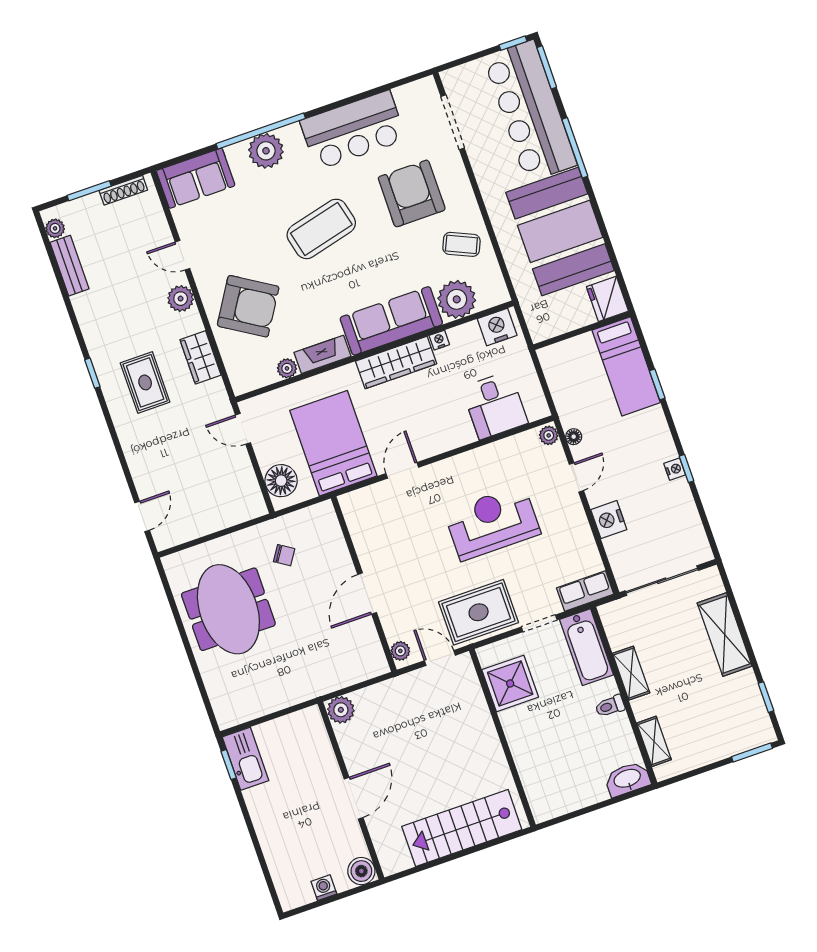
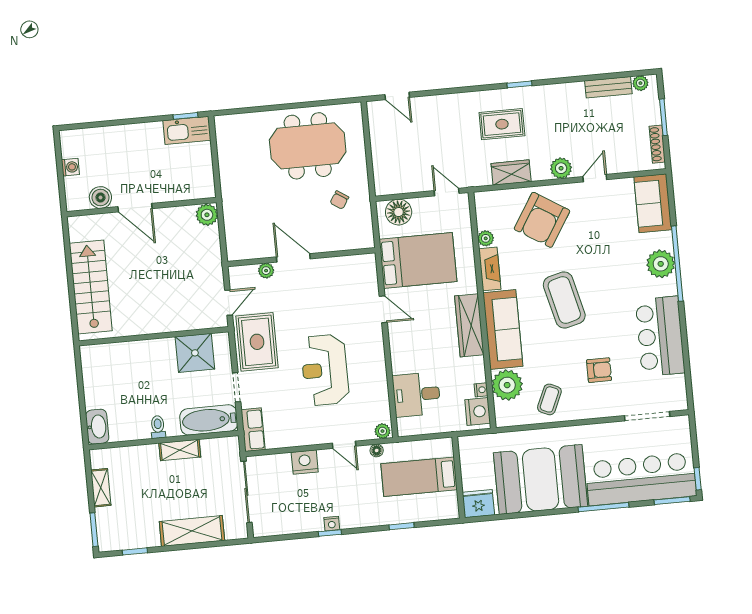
armchair: (412, 193) -> (599, 370), width x0.53, depth x0.53
coffee table: (321, 229) -> (564, 300), moved
nightstand: (439, 340) -> (481, 390), moved
bed: (626, 366) -> (419, 477), moved
door: (243, 429) -> (447, 192), hinge flipped
reception desk: (492, 523) -> (325, 370), turned 180
plant: (400, 651) -> (266, 271), moved
shelving: (654, 741) -> (101, 488), moved, turned 90
boiler: (361, 871) -> (100, 198), moved

